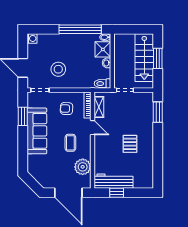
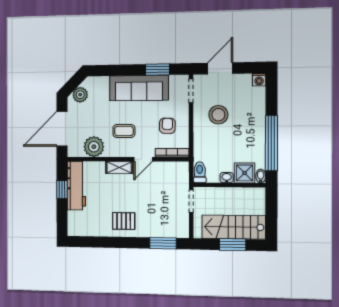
shelving: (99, 107) -> (119, 167), moved
pallet: (130, 144) -> (124, 221), moved
plant: (42, 178) -> (80, 95), added

